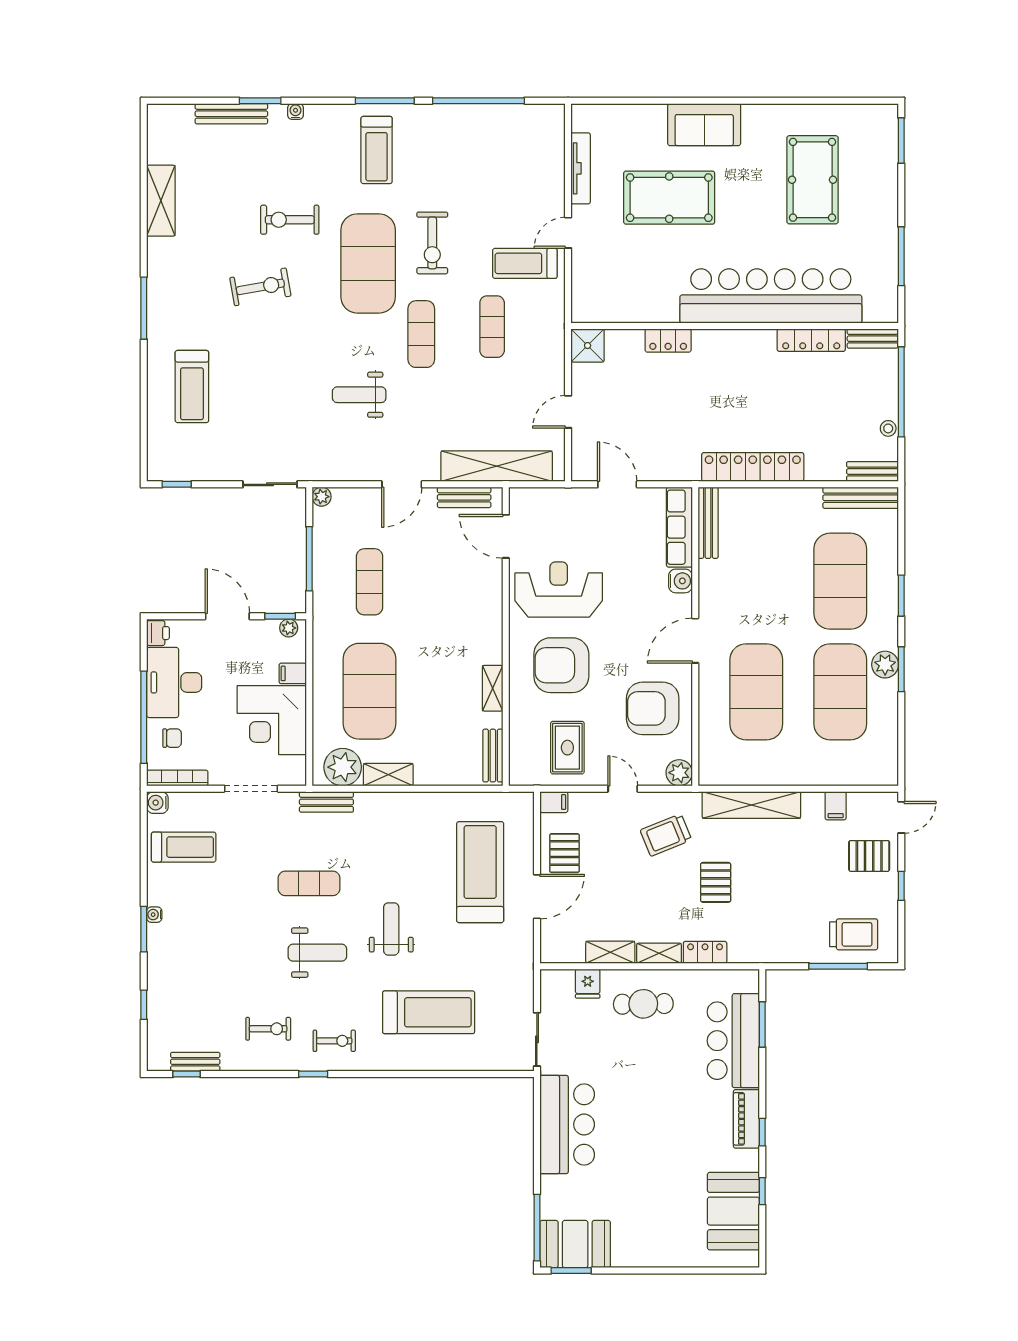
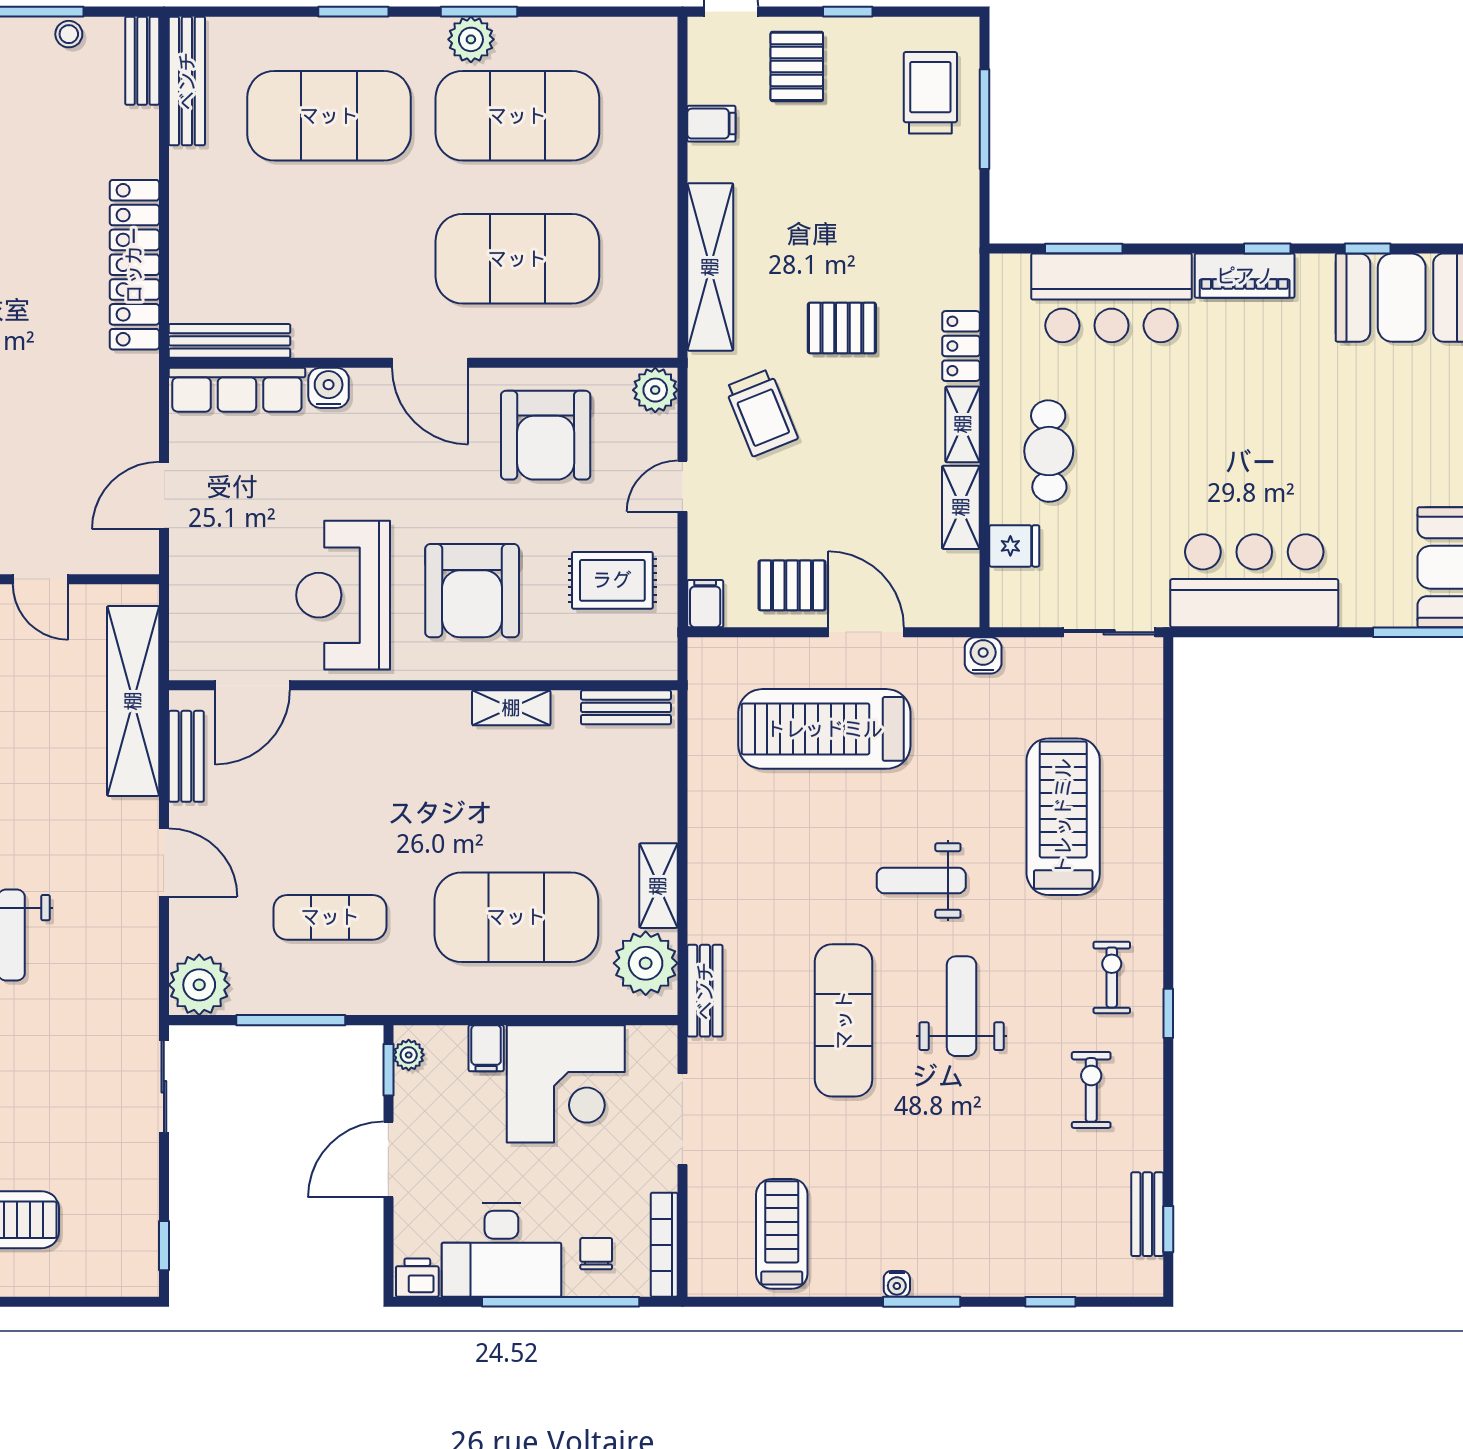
plant: (322, 497) -> (199, 985), width x1.87, depth x1.87
water cooler: (157, 803) -> (983, 655), moved, turned 180
exercise mat: (309, 883) -> (844, 1020), width x1.36, depth x1.45

